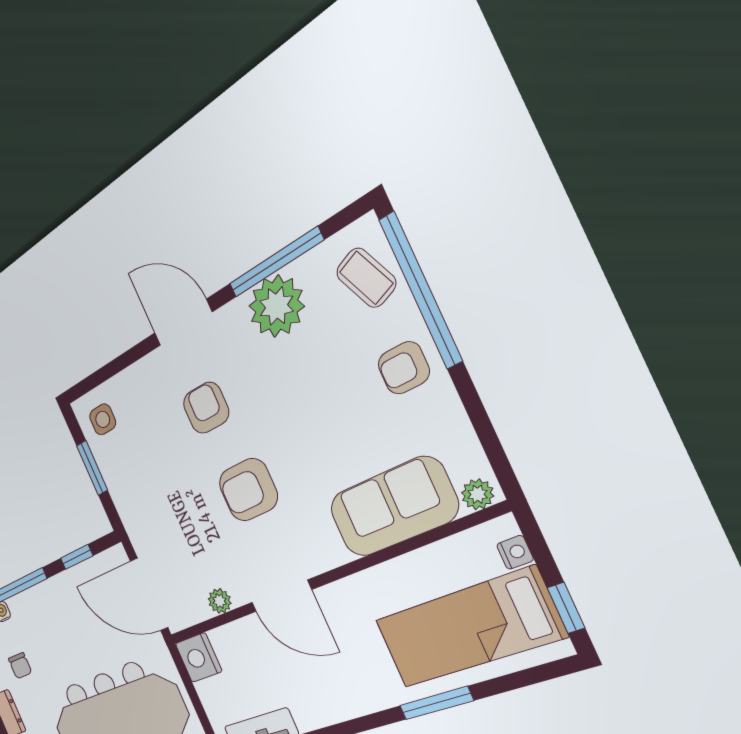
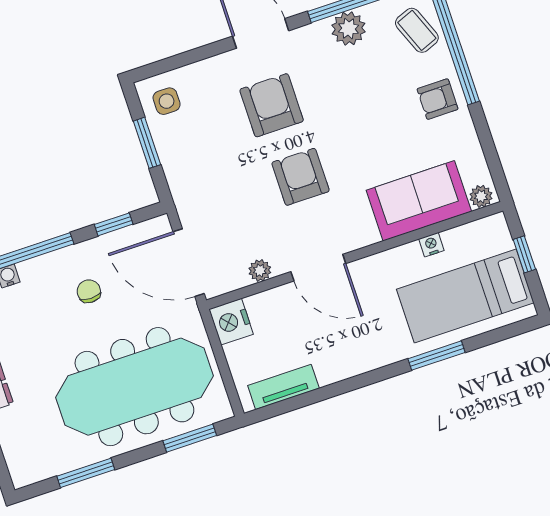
plant: (276, 306) -> (349, 29), width x0.73, depth x0.73
armchair: (206, 408) -> (272, 105), width x1.38, depth x1.38
armchair: (248, 490) -> (301, 177), turned 90
nightstand: (515, 552) -> (431, 245), moved, turned -90
window: (566, 608) -> (524, 254), moved
chair: (20, 666) -> (89, 291), moved, turned 180

